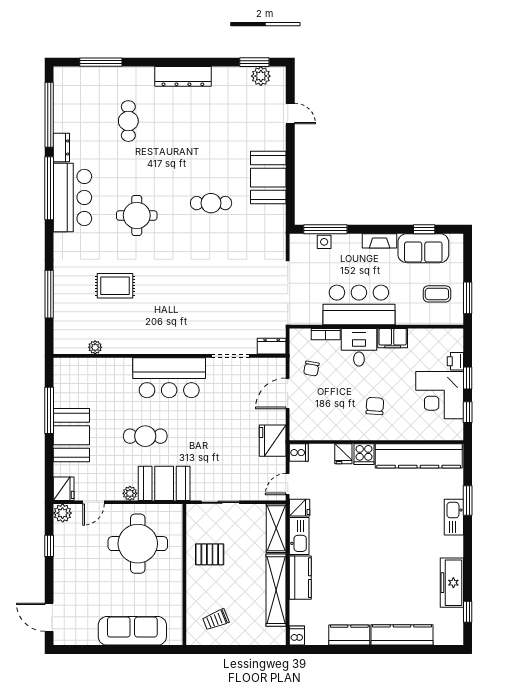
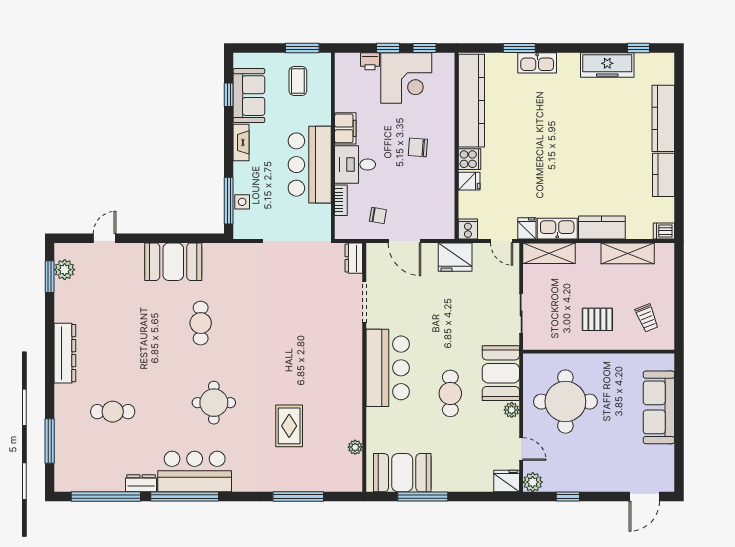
booth: (71, 435) -> (402, 473), moved
pallet: (210, 554) -> (597, 319), moved, turned 90
shelving: (276, 590) -> (628, 253), width x0.68

